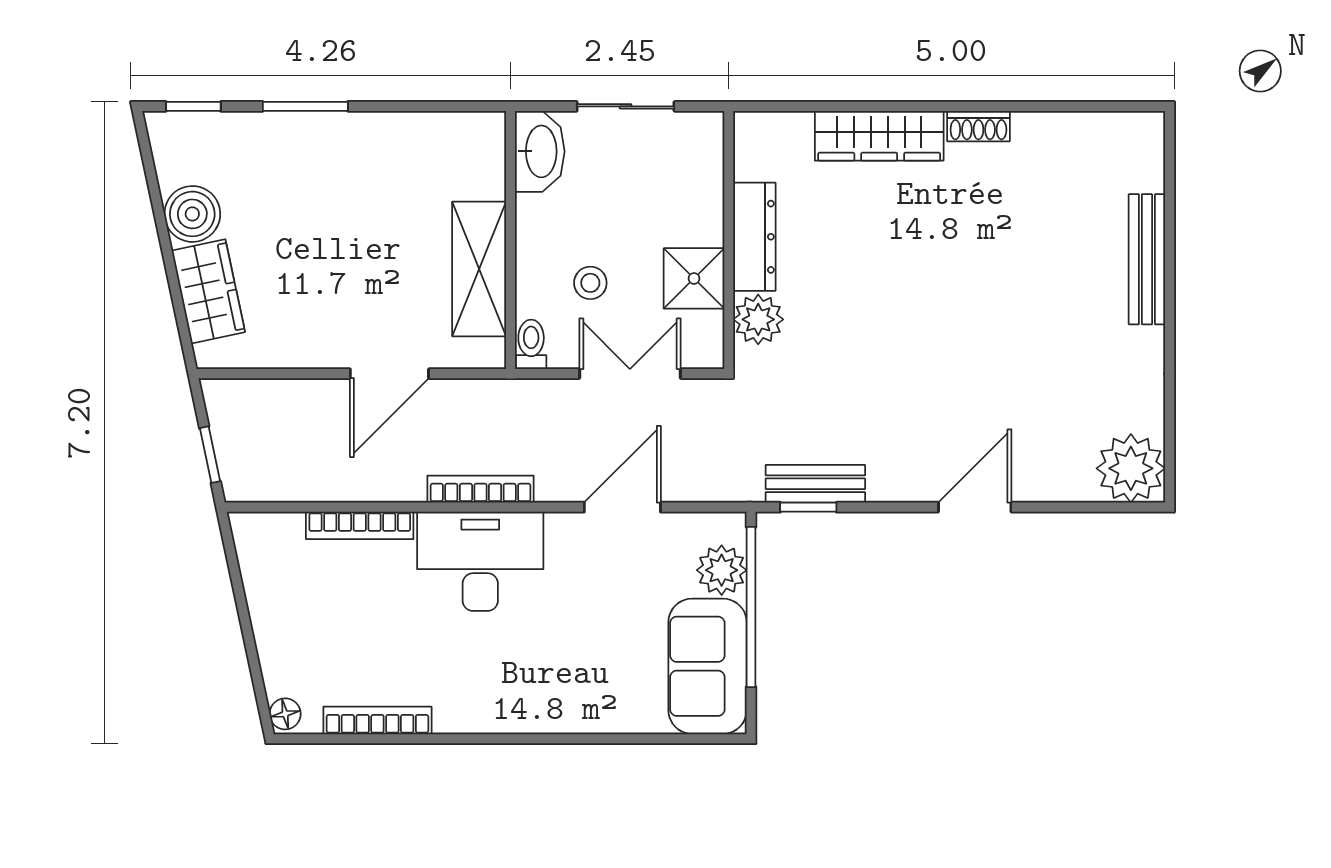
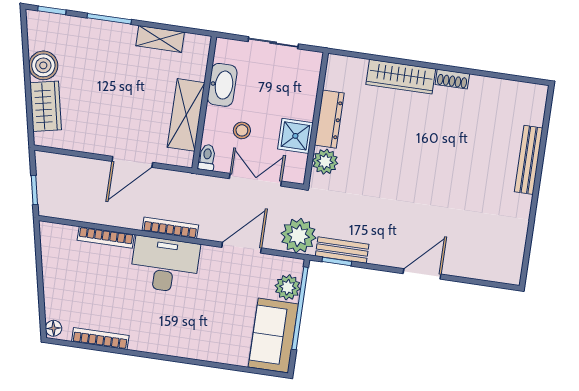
shelving: (408, 131) -> (160, 39), added
washbasin: (540, 151) -> (222, 85), moved
plant: (1131, 468) -> (298, 236), moved

